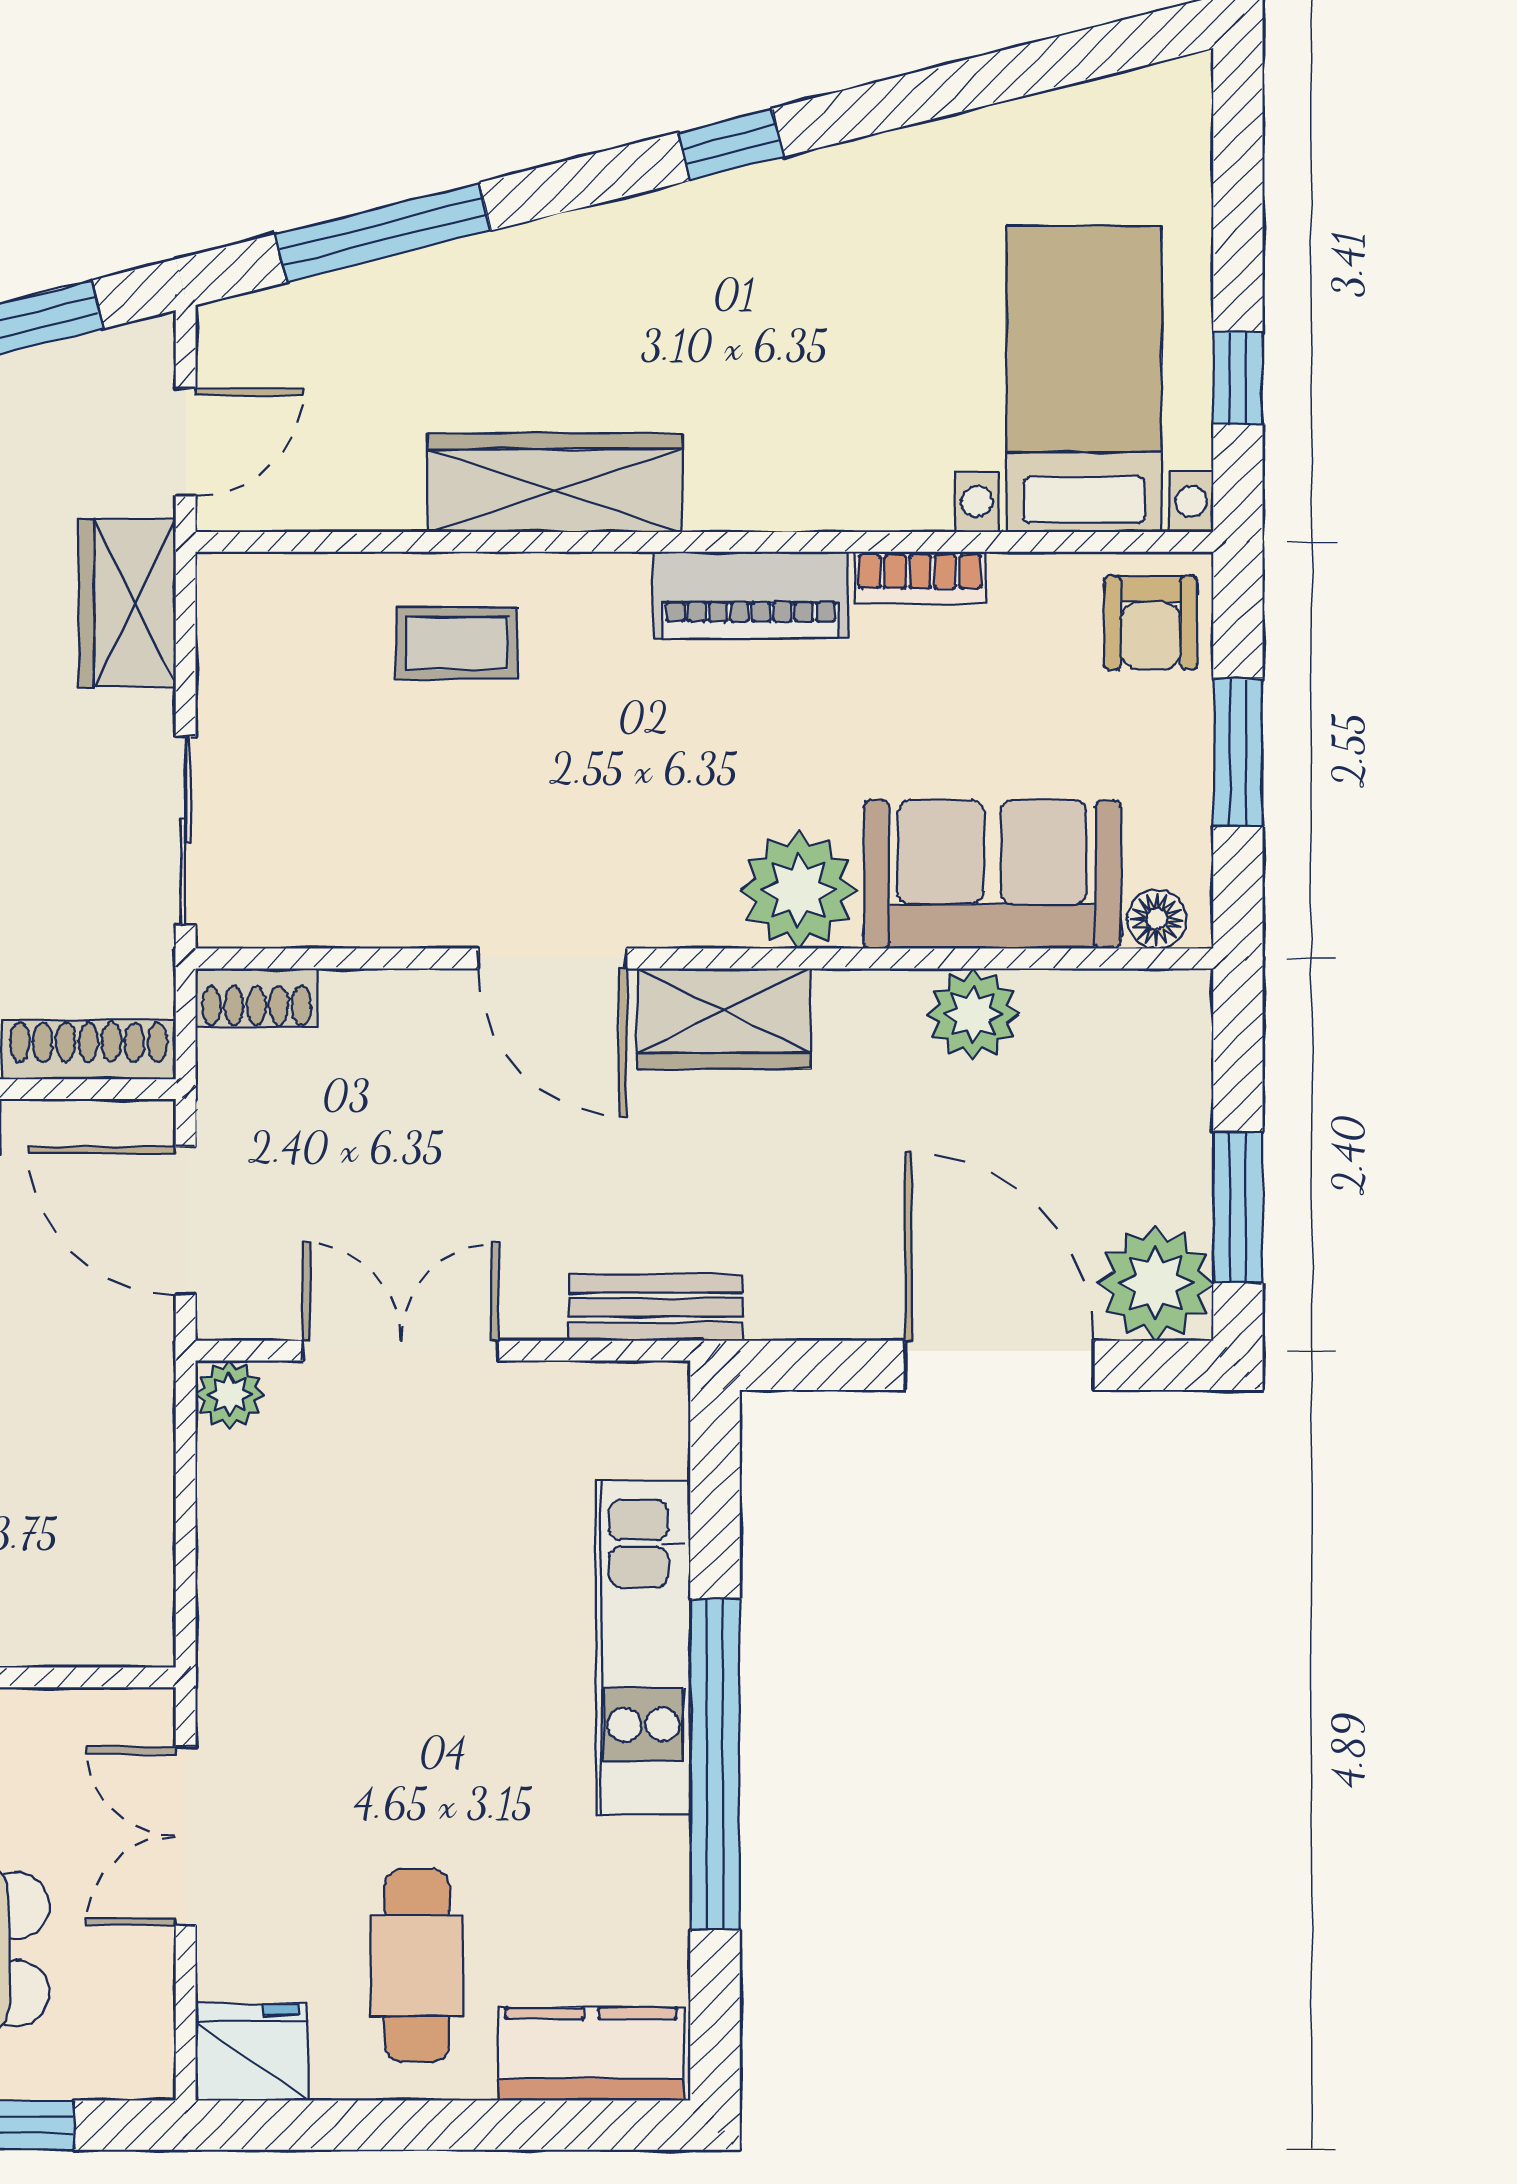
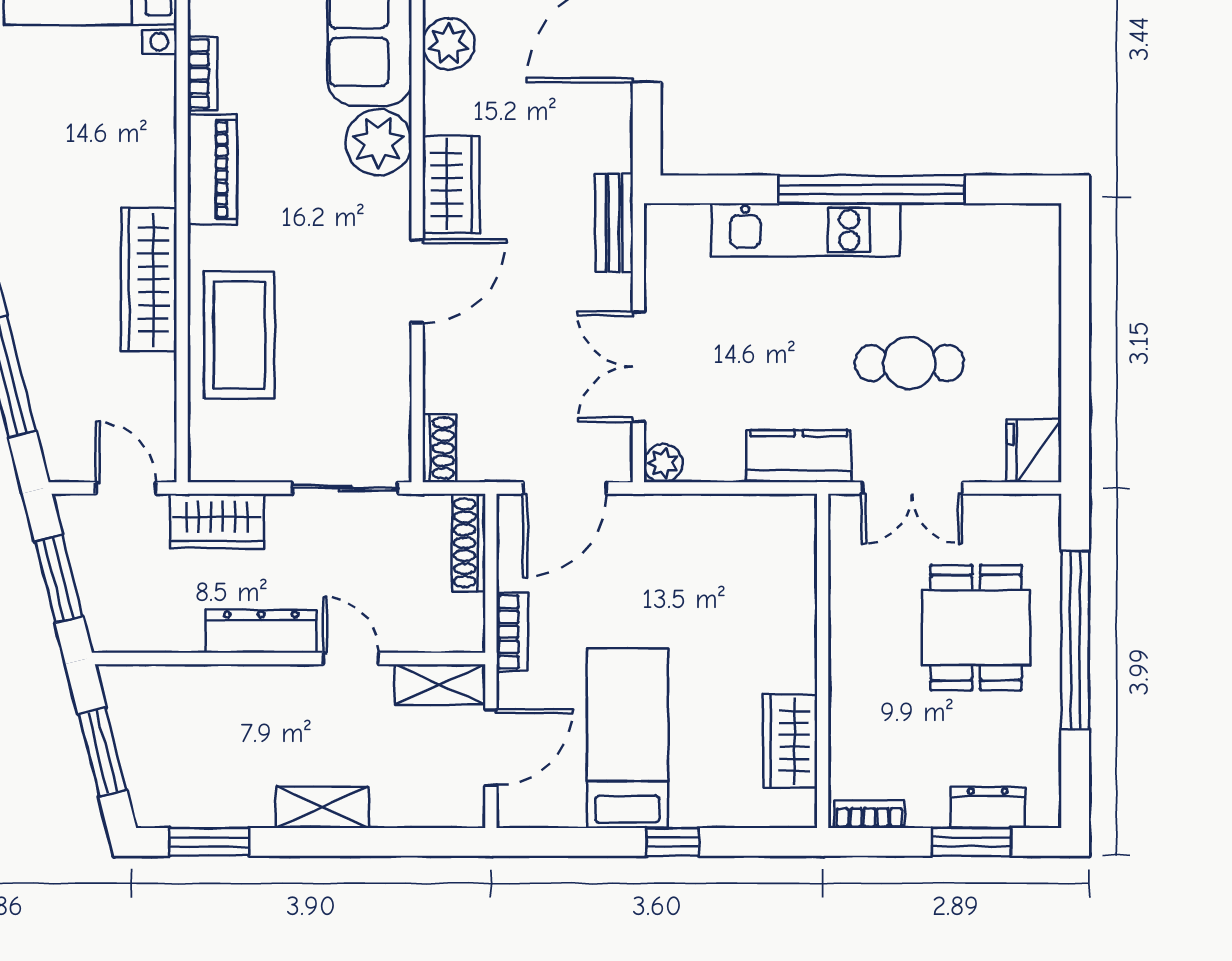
coffee table: (457, 643) -> (239, 335), width x1.86, depth x1.72
cafe table: (417, 1965) -> (909, 363), moved
kitchen counter: (591, 2054) -> (799, 456), moved, turned 90

